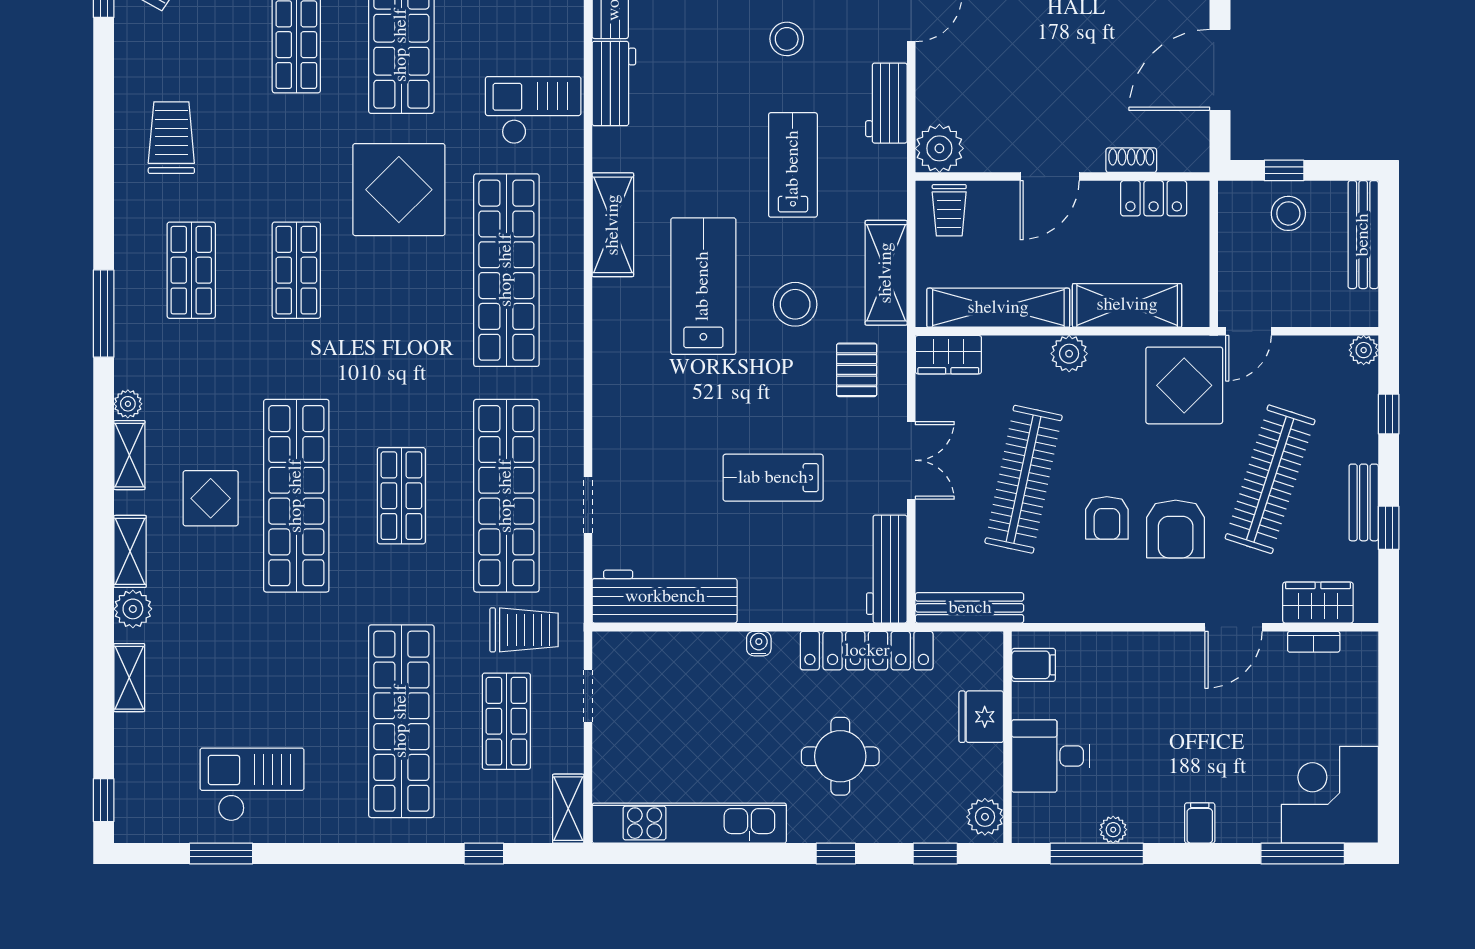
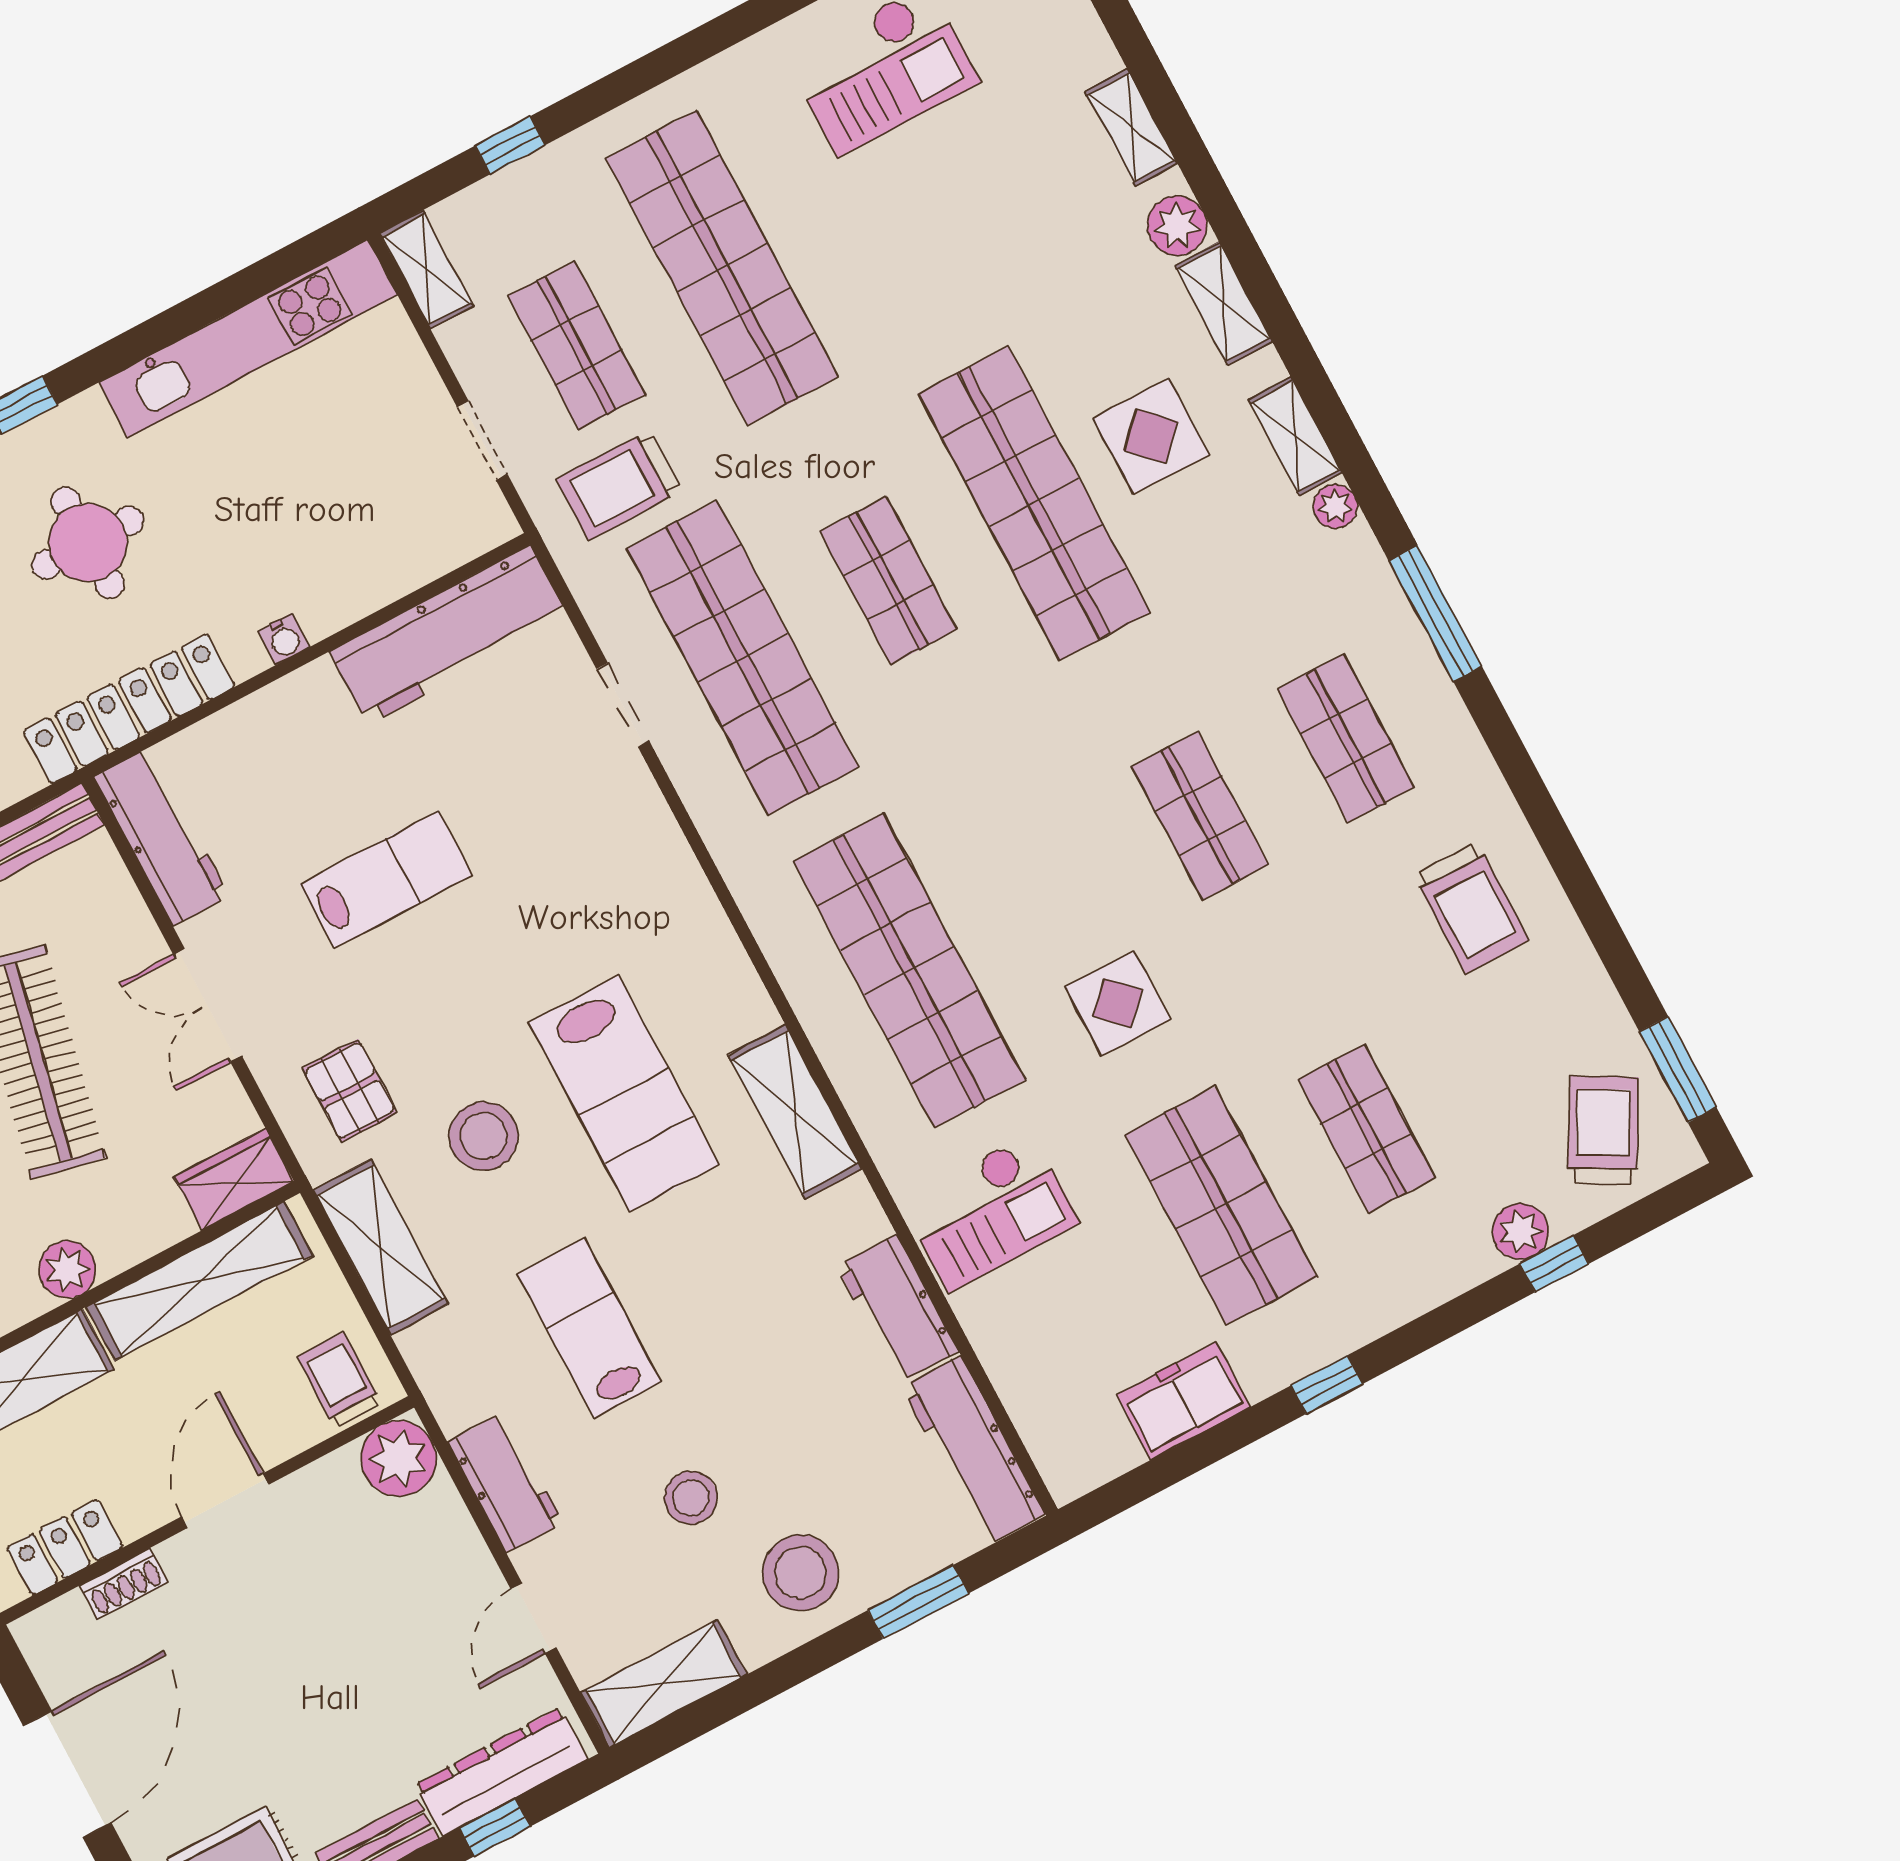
lab bench: (793, 165) -> (589, 1328), turned 180
display table: (399, 190) -> (1117, 1003), width x0.54, depth x0.54

